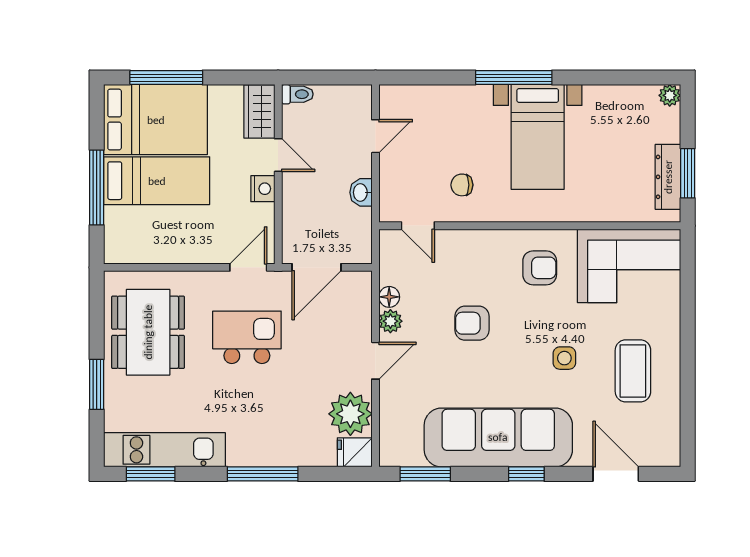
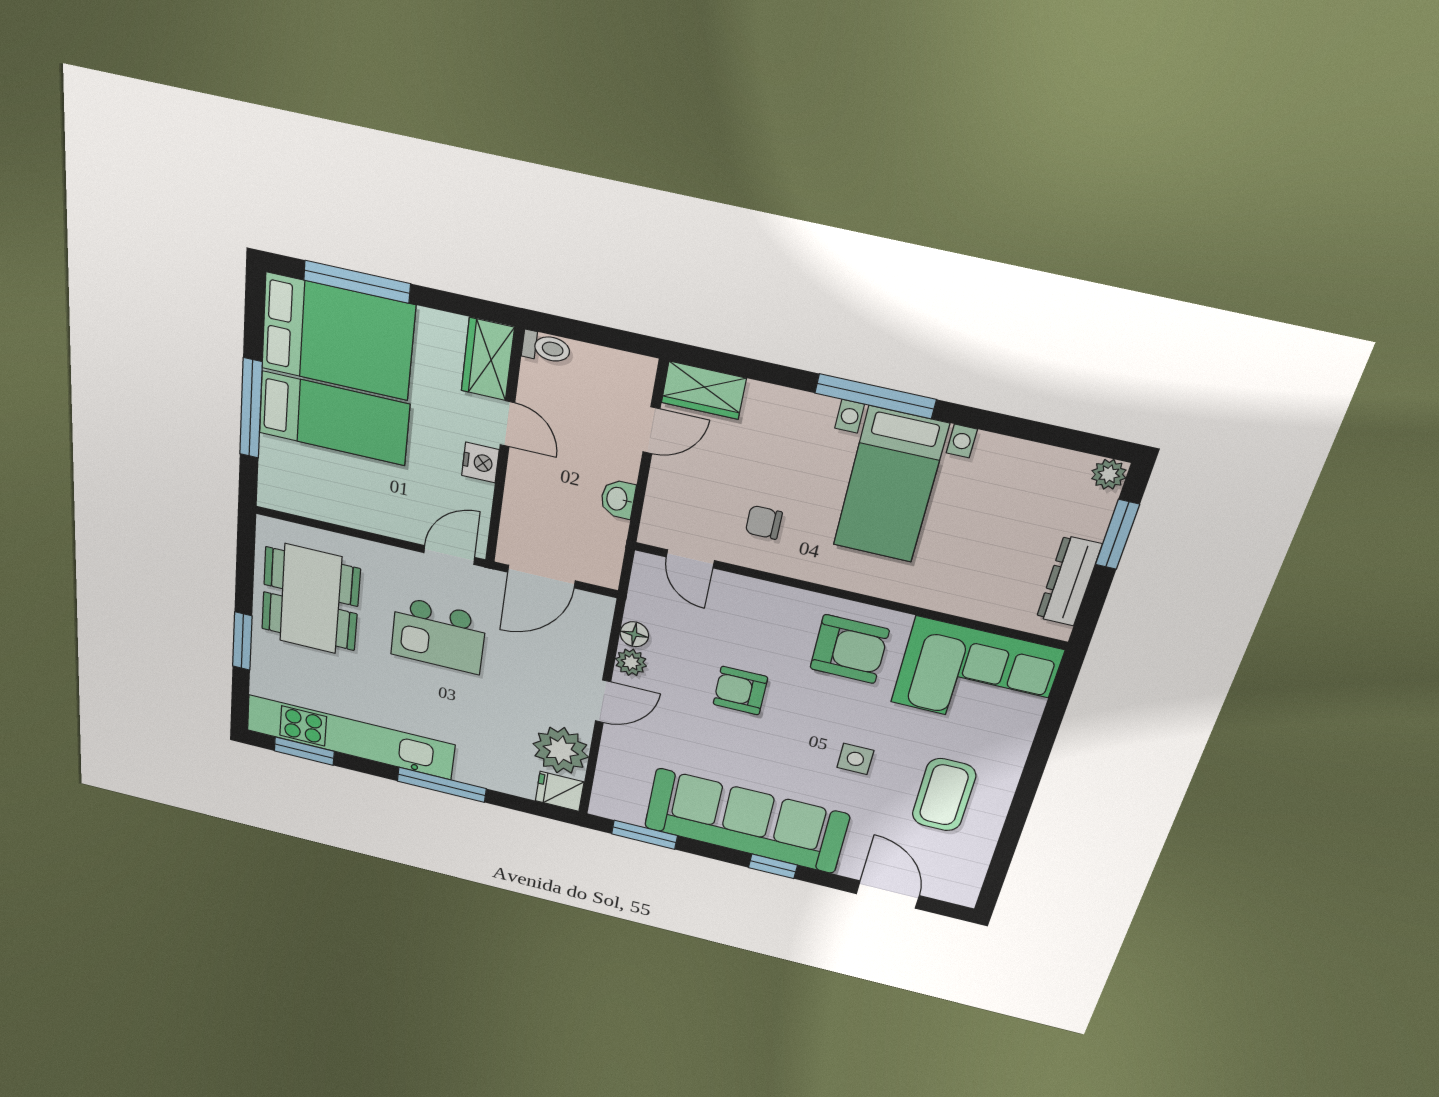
wardrobe: (405, 100) -> (704, 390), added
window: (688, 173) -> (1117, 535), moved
armchair: (540, 268) -> (849, 649), width x1.38, depth x1.38
kitchen island: (247, 337) -> (438, 635), turned 180
kitchen unit: (164, 450) -> (350, 737), width x1.36

